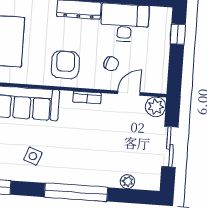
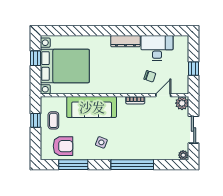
window: (178, 34) -> (194, 69), moved
armchair: (65, 65) -> (119, 79), removed
plant: (127, 182) -> (183, 155), moved

